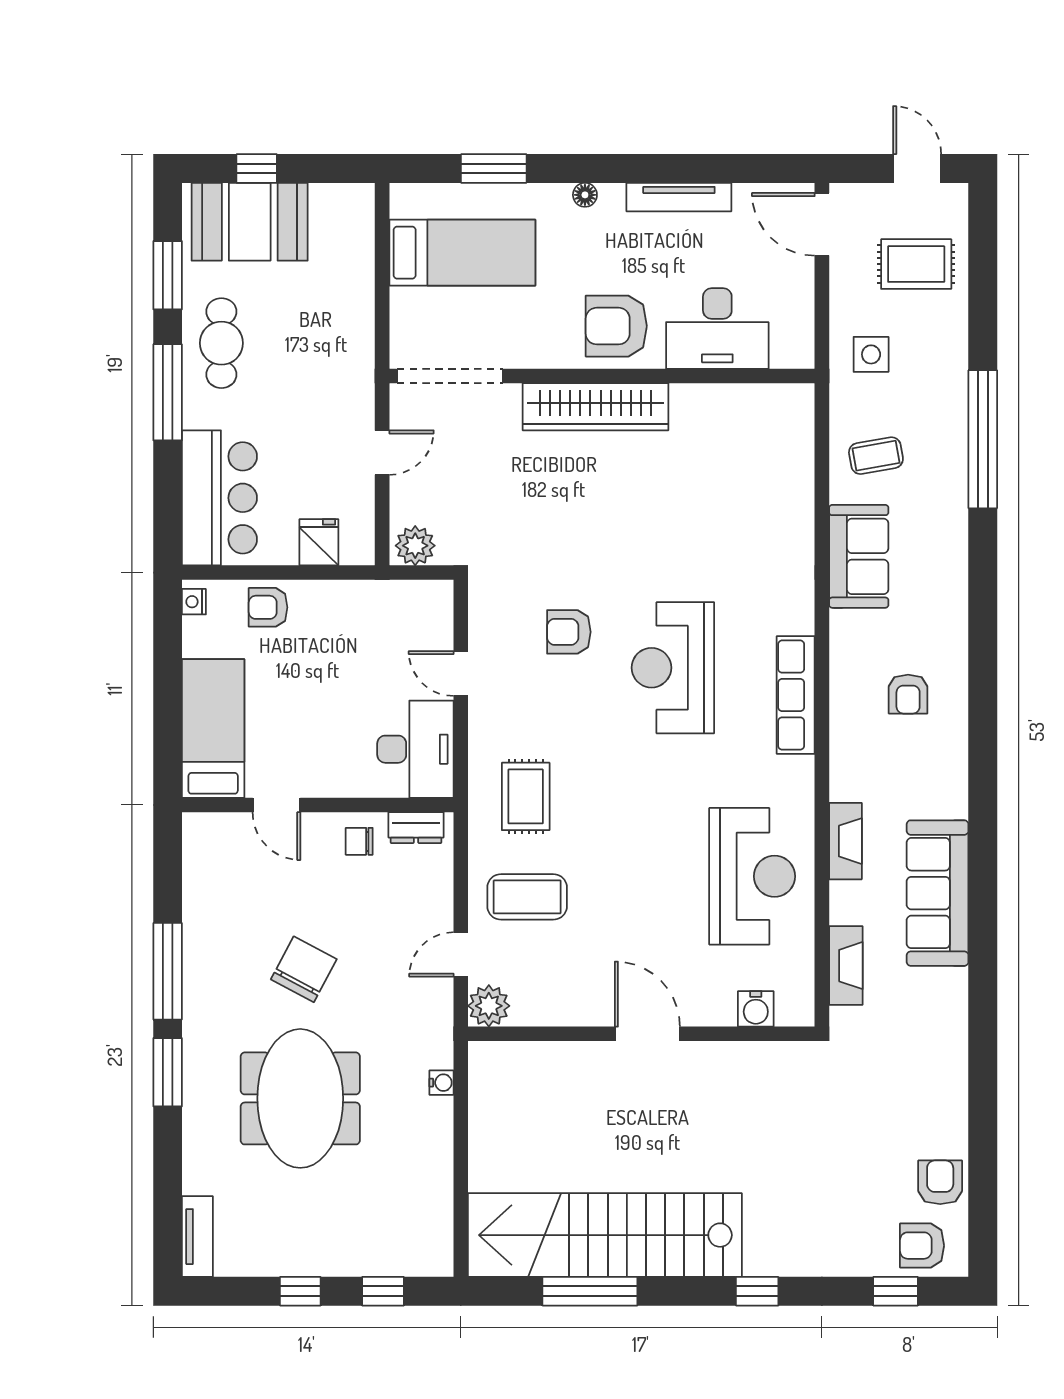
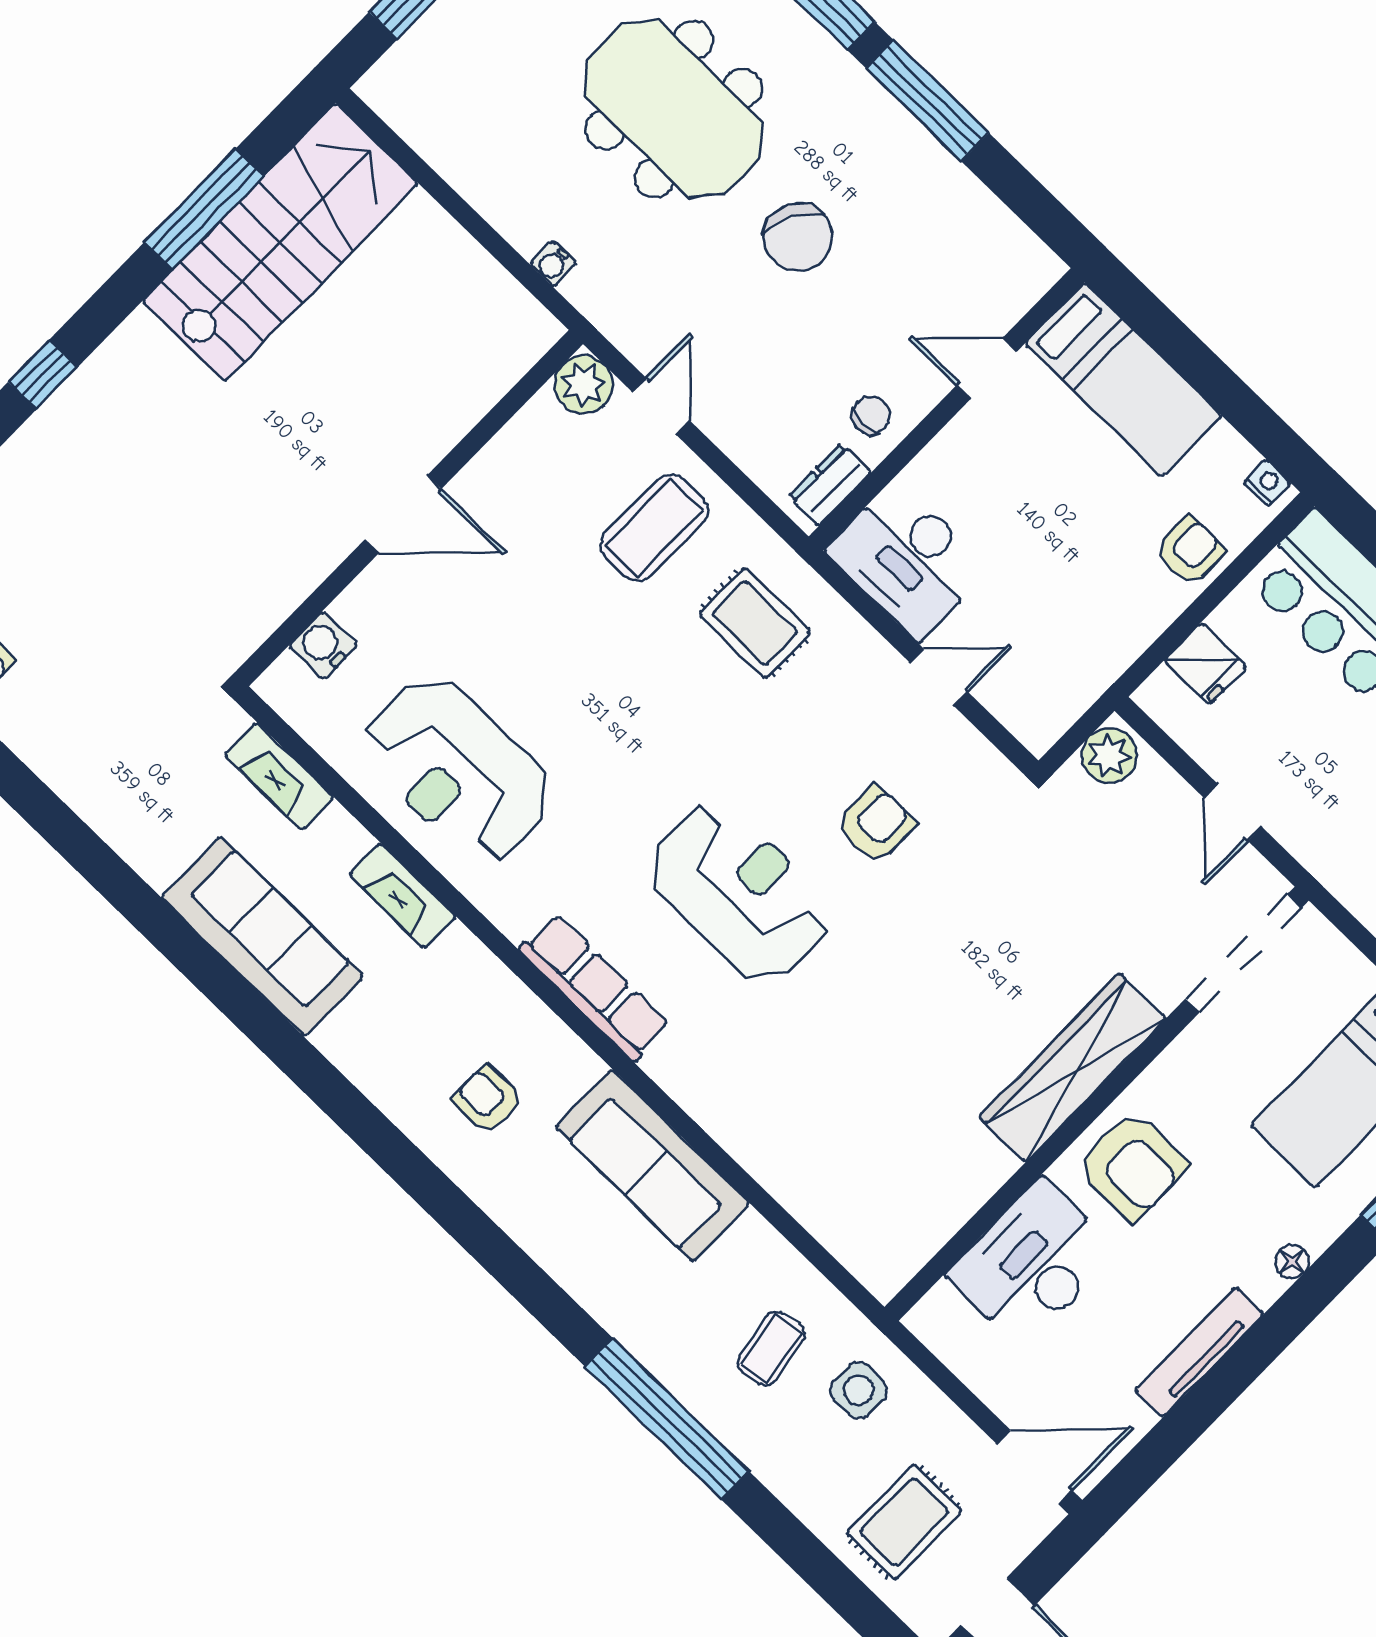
armchair: (616, 326) -> (1132, 1166), turned 90
coffee table: (876, 456) -> (771, 1348), moved
sofa: (859, 556) -> (653, 1166), width x1.36
stairs: (605, 1235) -> (280, 242), width x0.73

